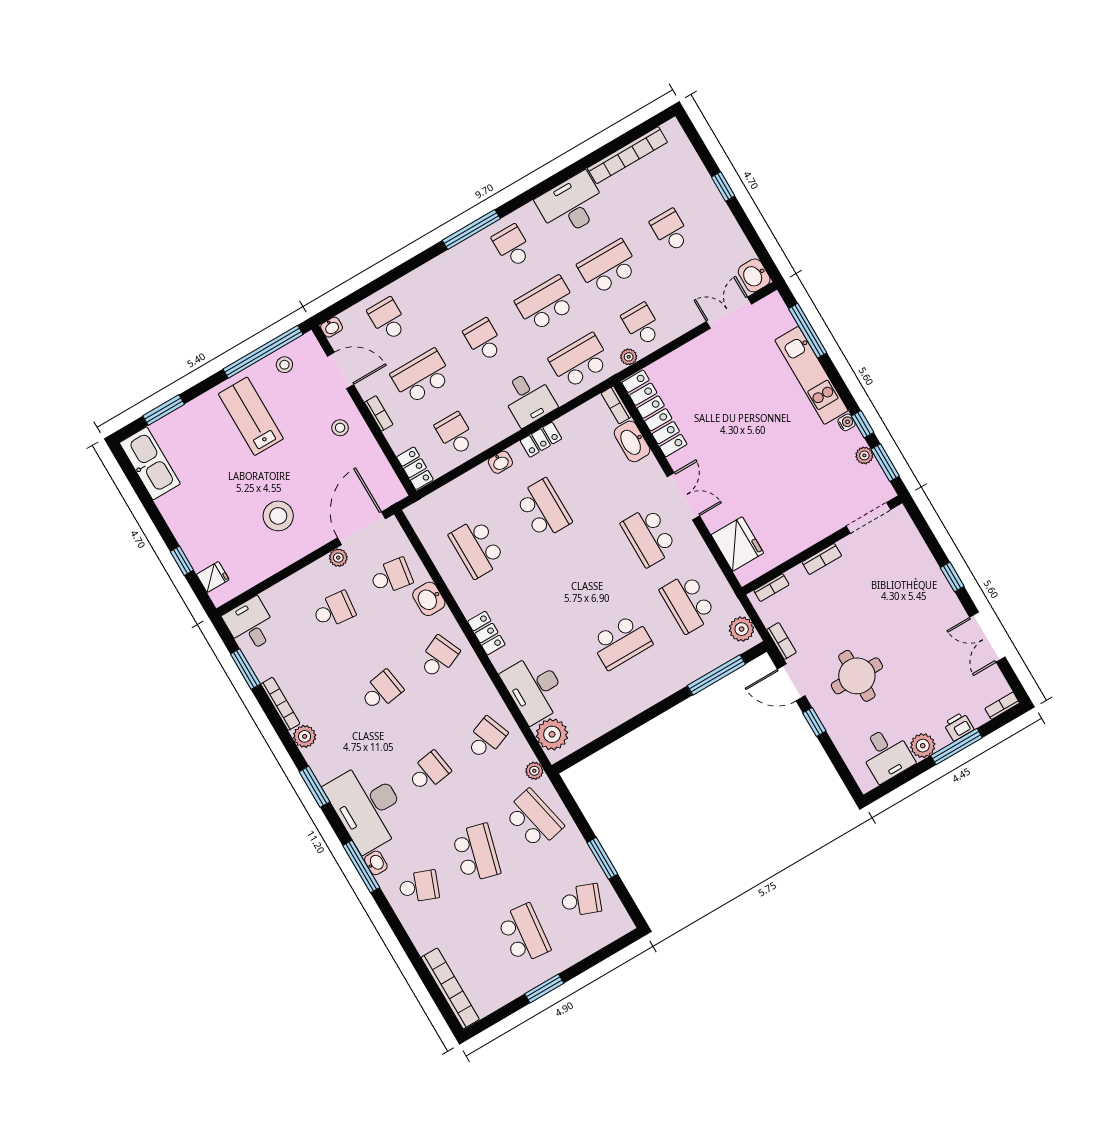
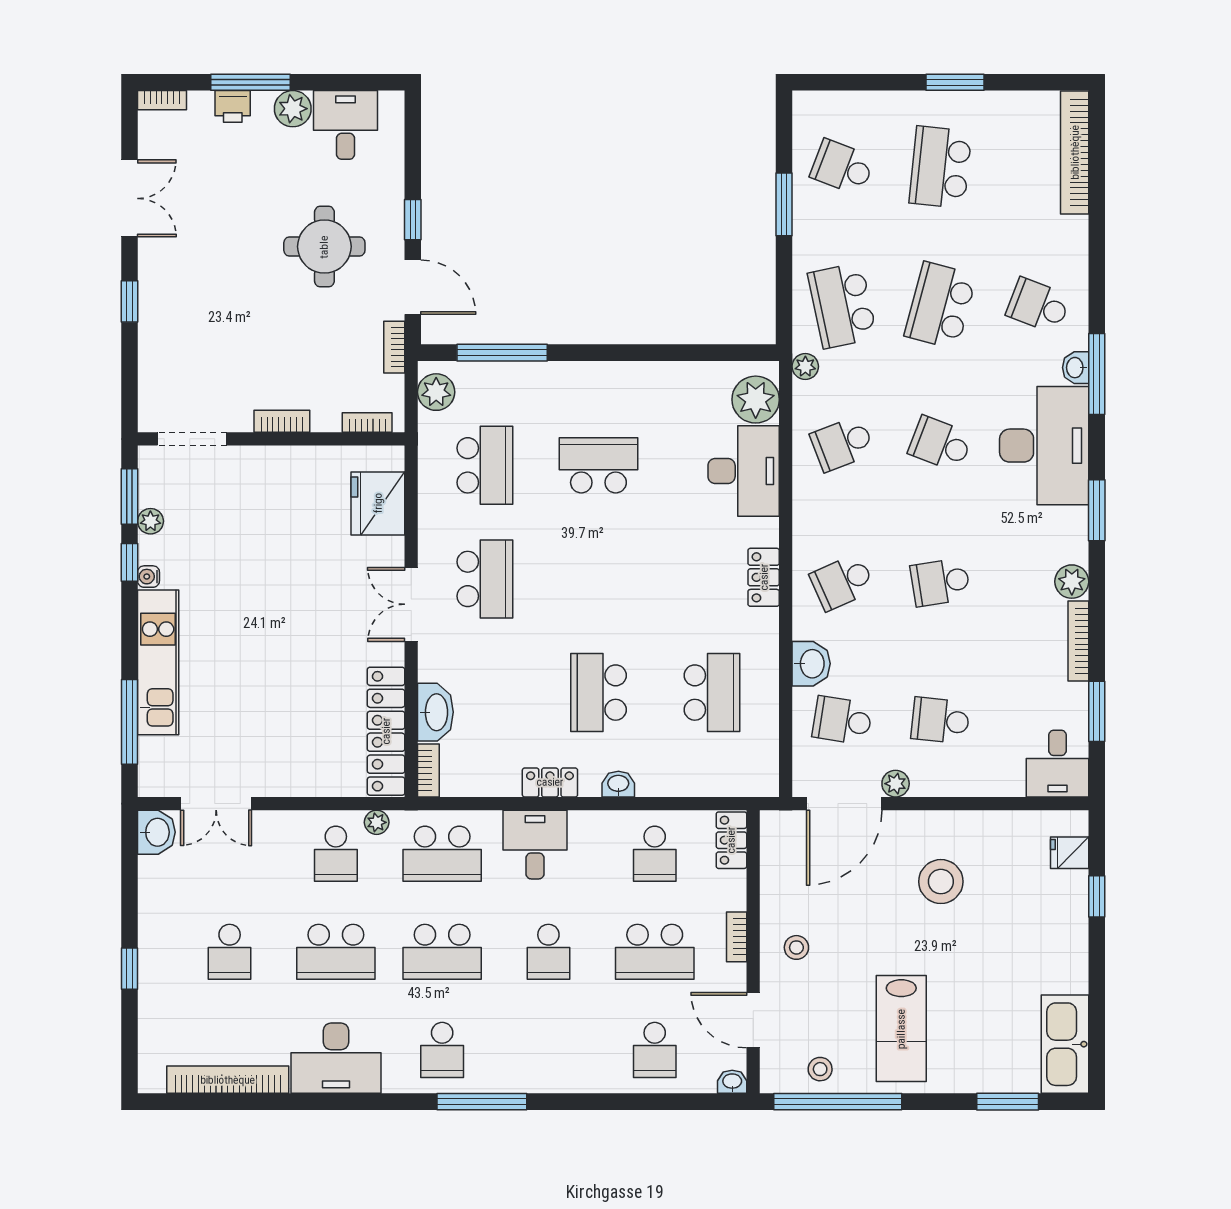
school desk: (429, 772) -> (940, 444), turned 30

